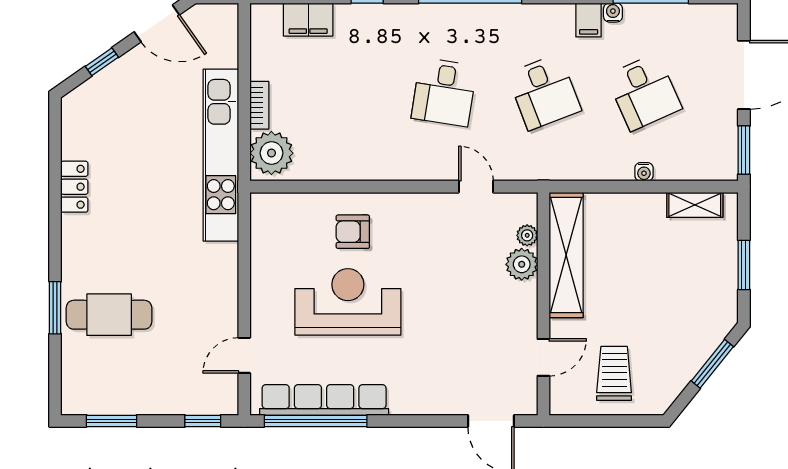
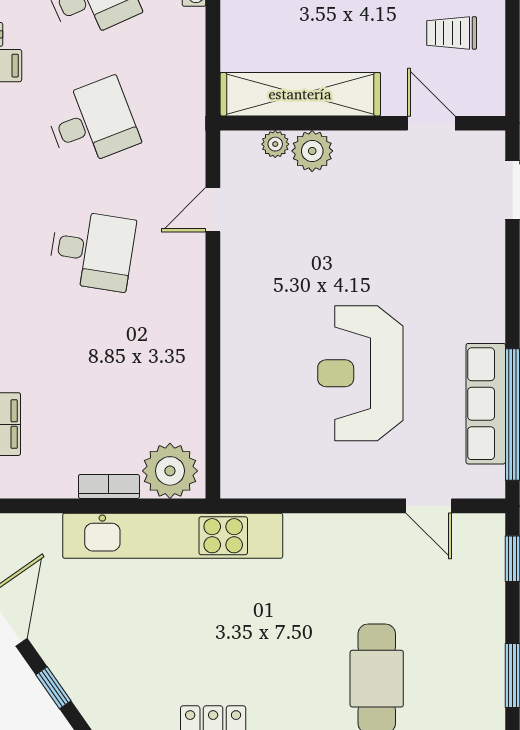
armchair: (353, 232) -> (271, 367), removed
trolley: (614, 373) -> (452, 33), width x0.73, depth x0.72
row of seats: (324, 400) -> (486, 404), width x0.73

